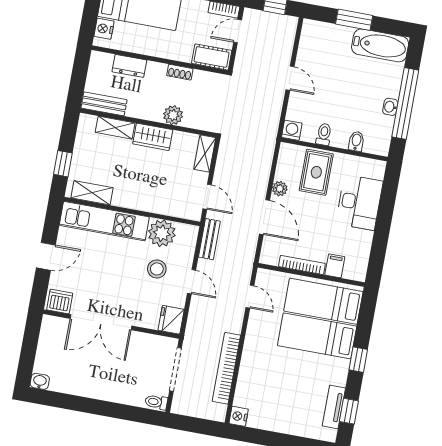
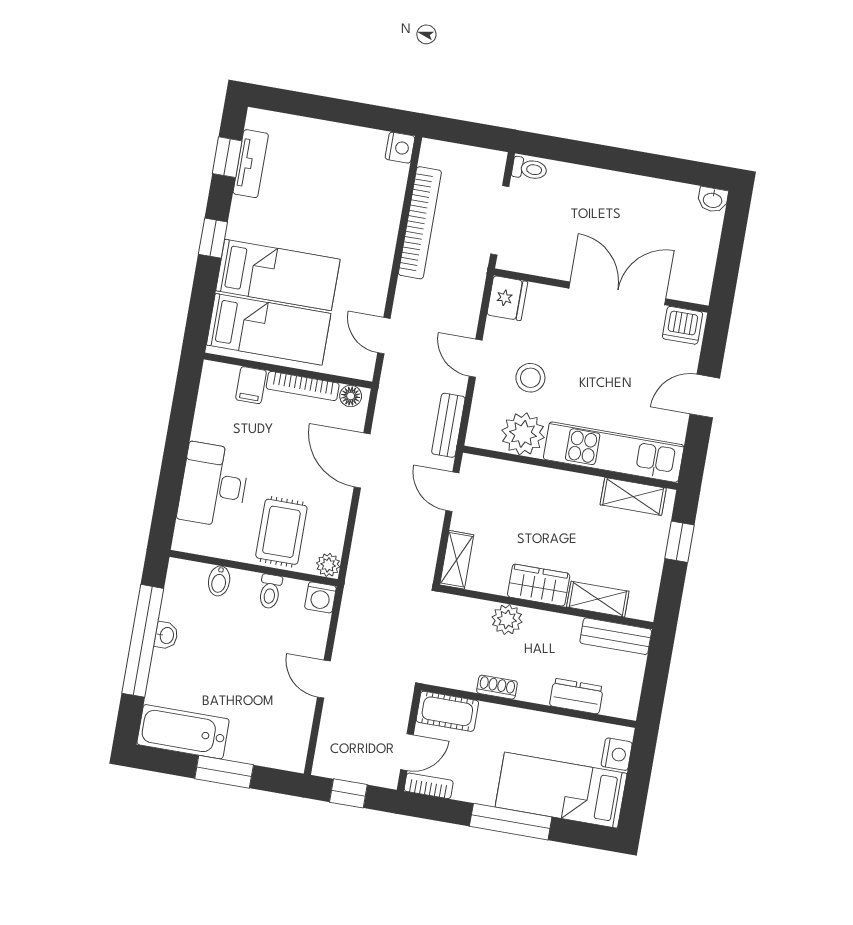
plant: (280, 189) -> (328, 565), moved
floor lamp: (271, 258) -> (351, 396), added

